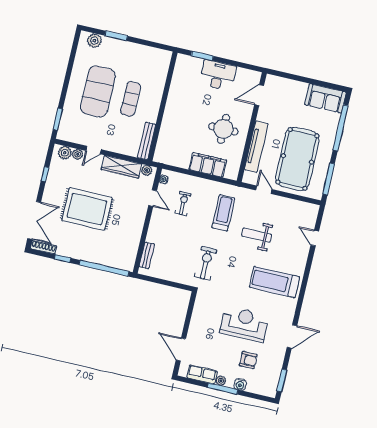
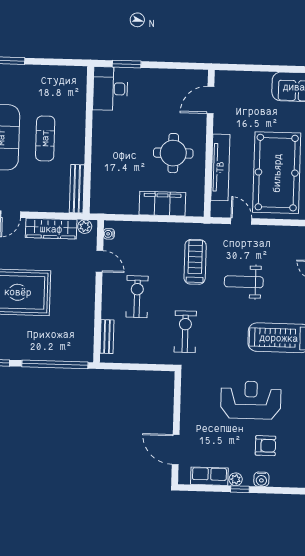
desk: (218, 75) -> (110, 89), moved, turned -90
exercise bike: (183, 204) -> (137, 297), moved, width x1.38, depth x1.39
window: (223, 389) -> (240, 489), width x0.46

